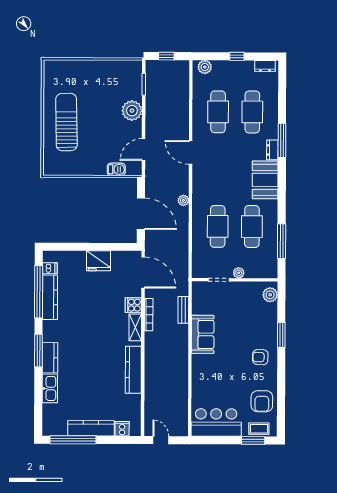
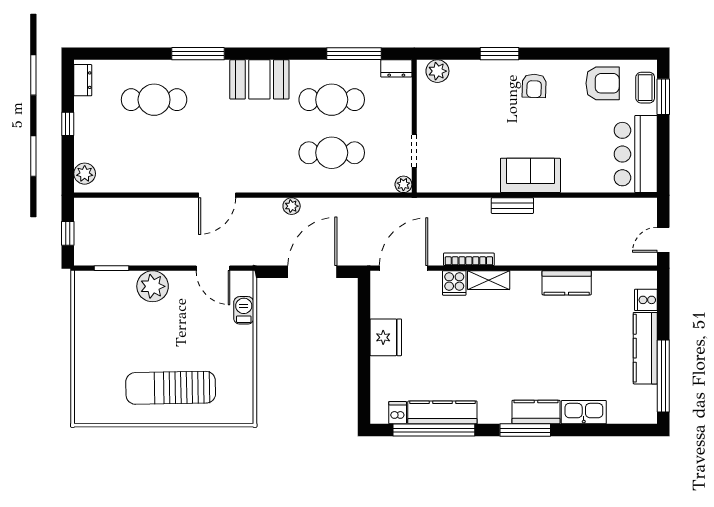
cafe table: (218, 112) -> (154, 153), removed
dresser: (272, 150) -> (396, 68), moved
plant: (239, 273) -> (403, 184), moved
bench: (183, 310) -> (512, 206), moved
sofa: (203, 334) -> (530, 175), moved
kitchen counter: (133, 370) -> (567, 283), width x0.67

